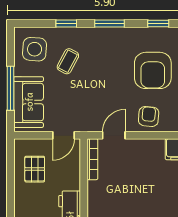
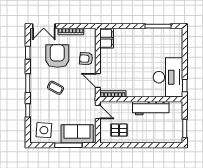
coffee table: (68, 61) -> (56, 88), moved
armchair: (153, 70) -> (57, 56), turned -90

